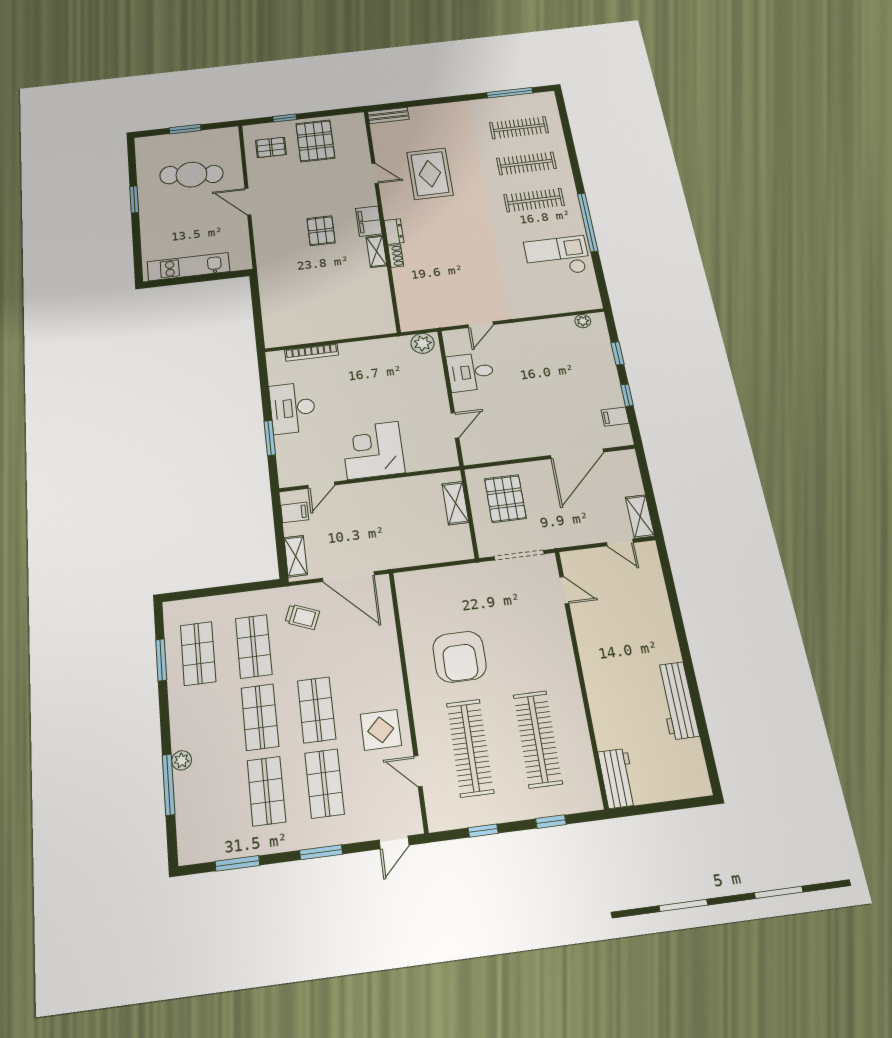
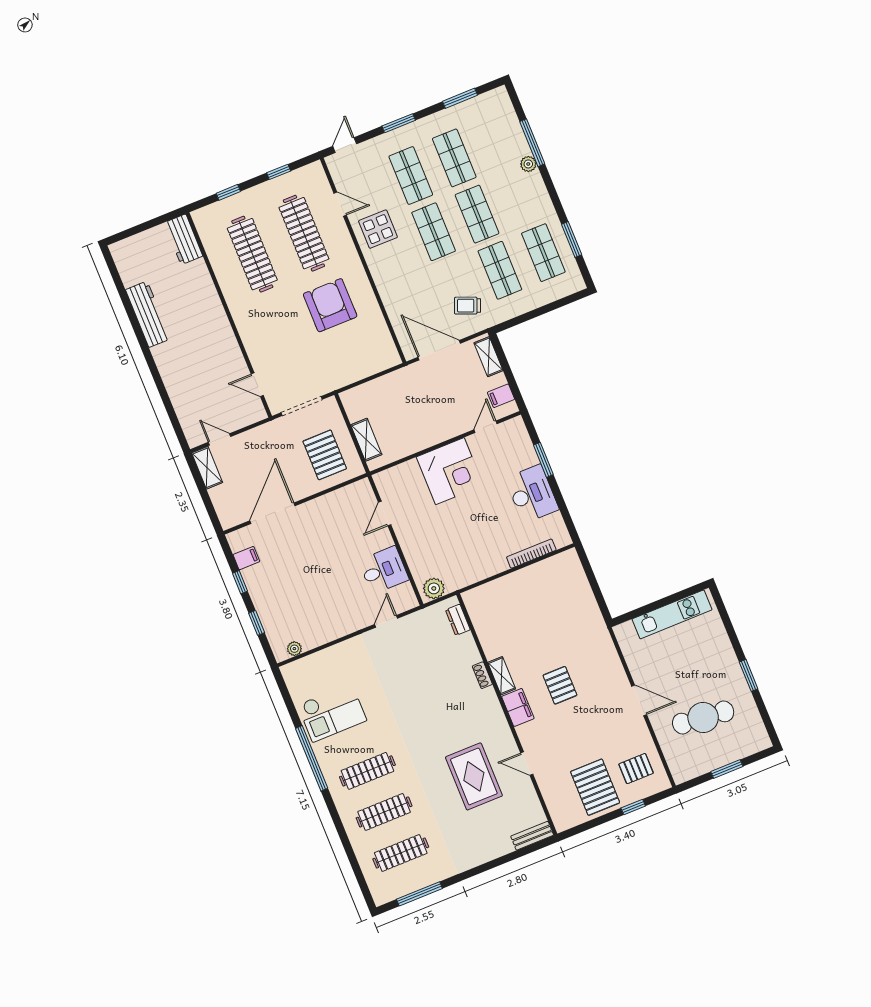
dresser: (394, 232) -> (458, 620), moved

